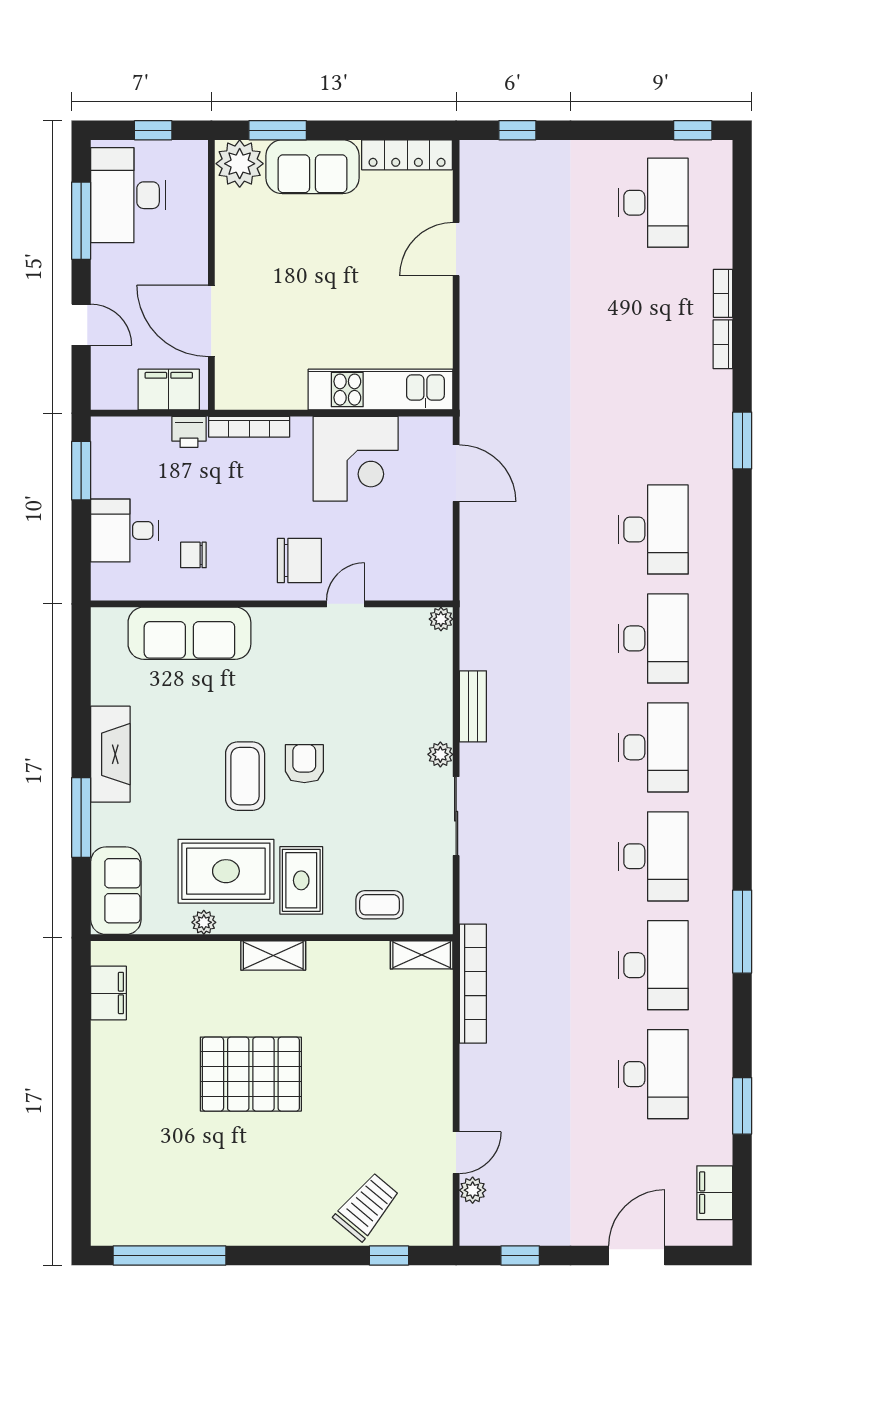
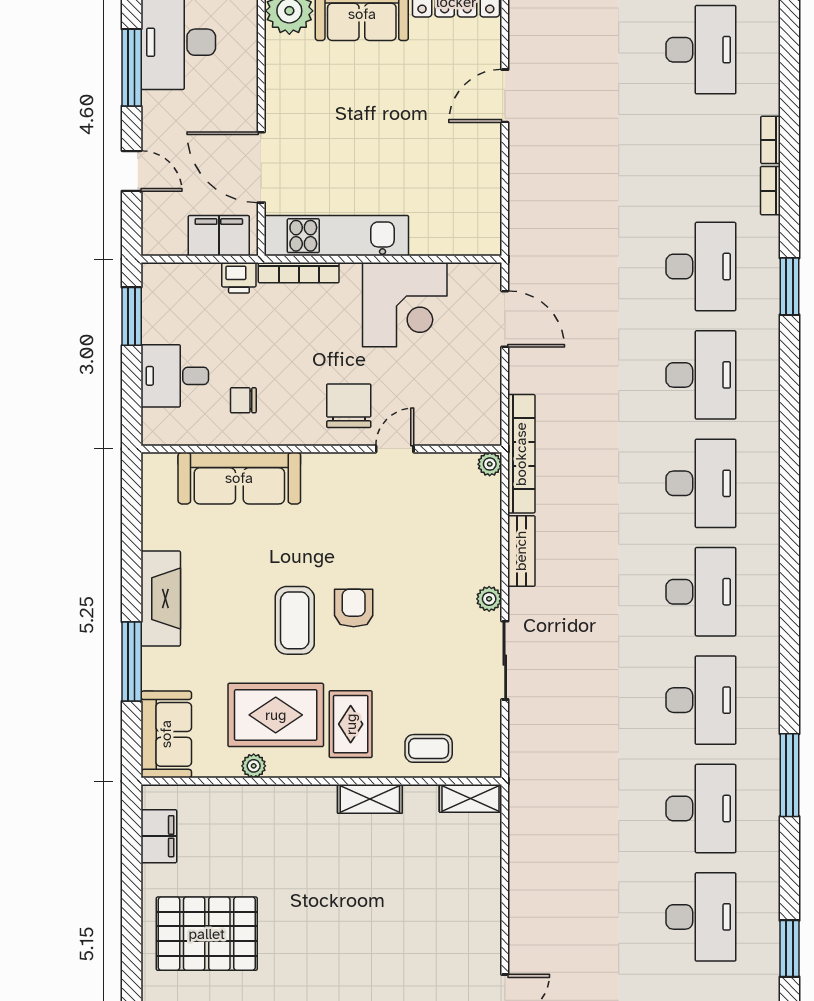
kitchen unit: (381, 390) -> (336, 236), moved
desk: (653, 421) -> (701, 267), added
chair: (299, 560) -> (349, 406), turned -90
shelving: (273, 955) -> (370, 799), moved
bookcase: (473, 984) -> (521, 454), moved
pallet: (251, 1074) -> (207, 934), moved

